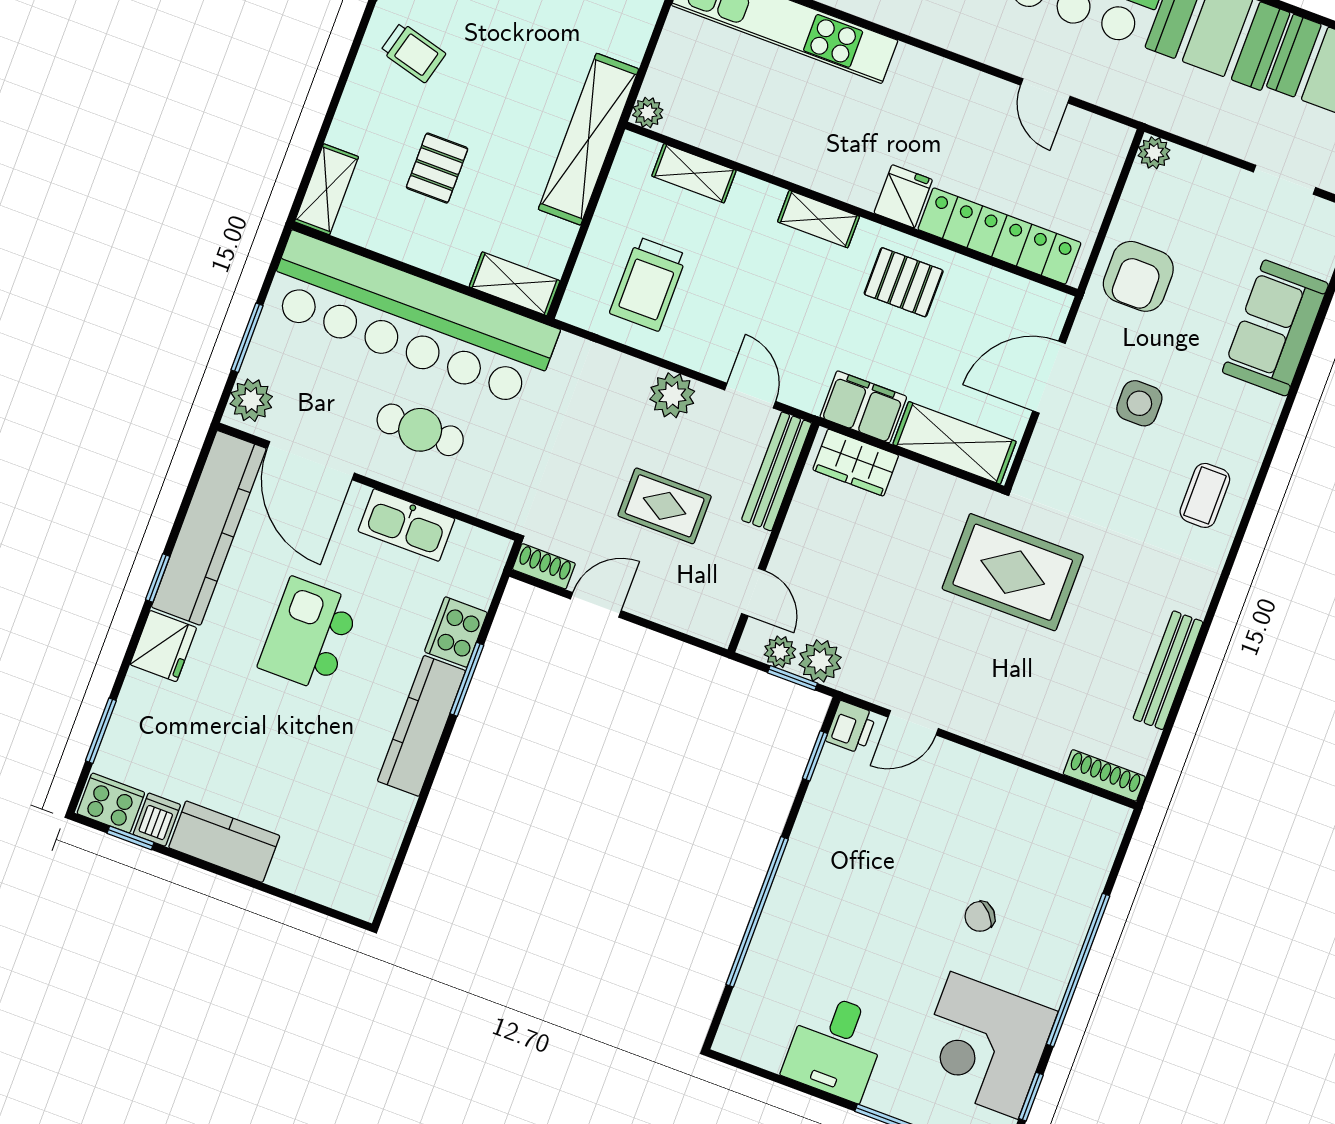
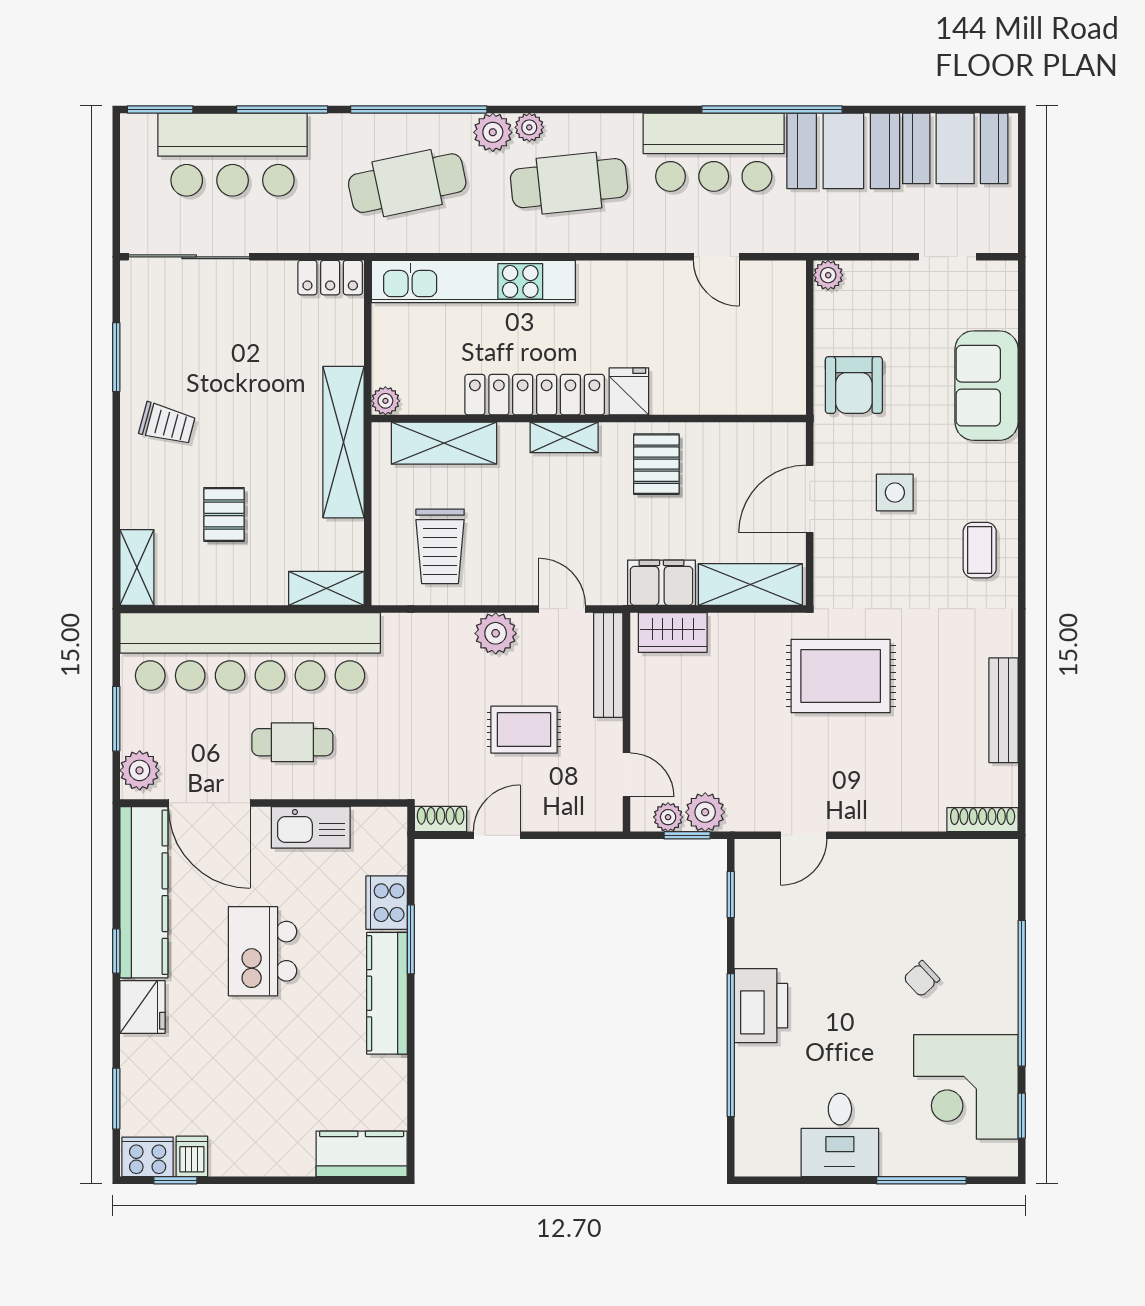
shelving: (694, 173) -> (444, 443), width x1.50, depth x1.33
locker: (999, 236) -> (535, 395), moved
pallet: (904, 282) -> (656, 464), turned 90
printer: (851, 727) -> (761, 1006), moved, width x1.87, depth x1.48
kitchen counter: (224, 842) -> (362, 1154), moved

